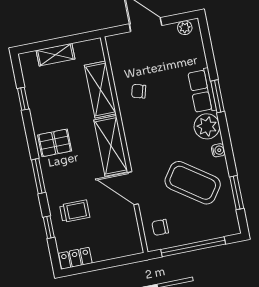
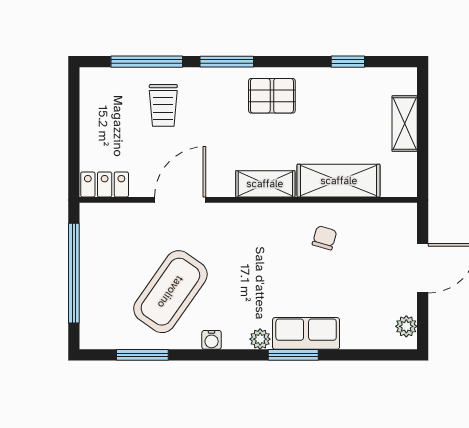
plant: (207, 126) -> (260, 339), width x0.53, depth x0.53
pallet: (55, 143) -> (272, 96), turned 90
shelving: (111, 146) -> (265, 184), width x0.67, depth x0.75
window: (49, 227) -> (147, 62), width x2.17
chair: (160, 227) -> (113, 229), removed
locker: (75, 258) -> (105, 184), moved, turned -90

